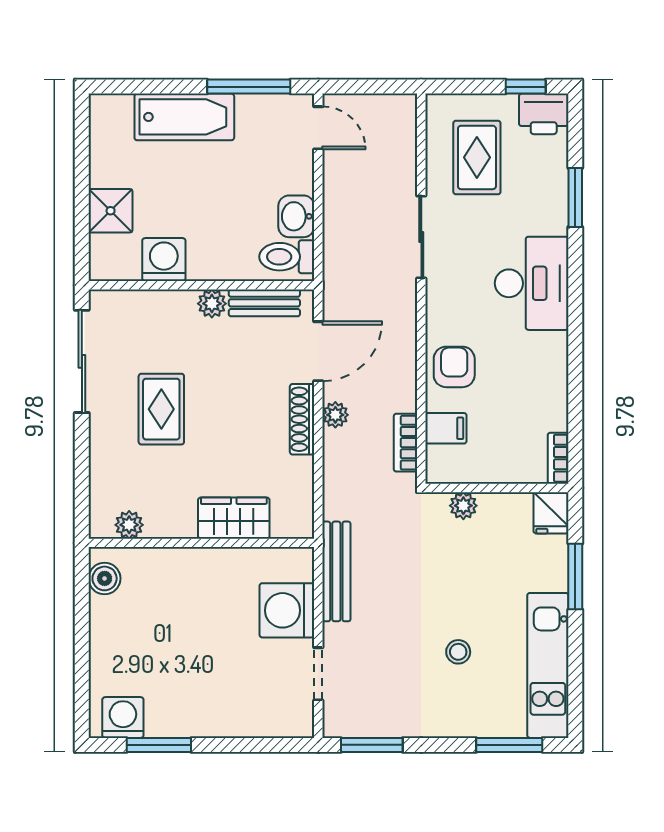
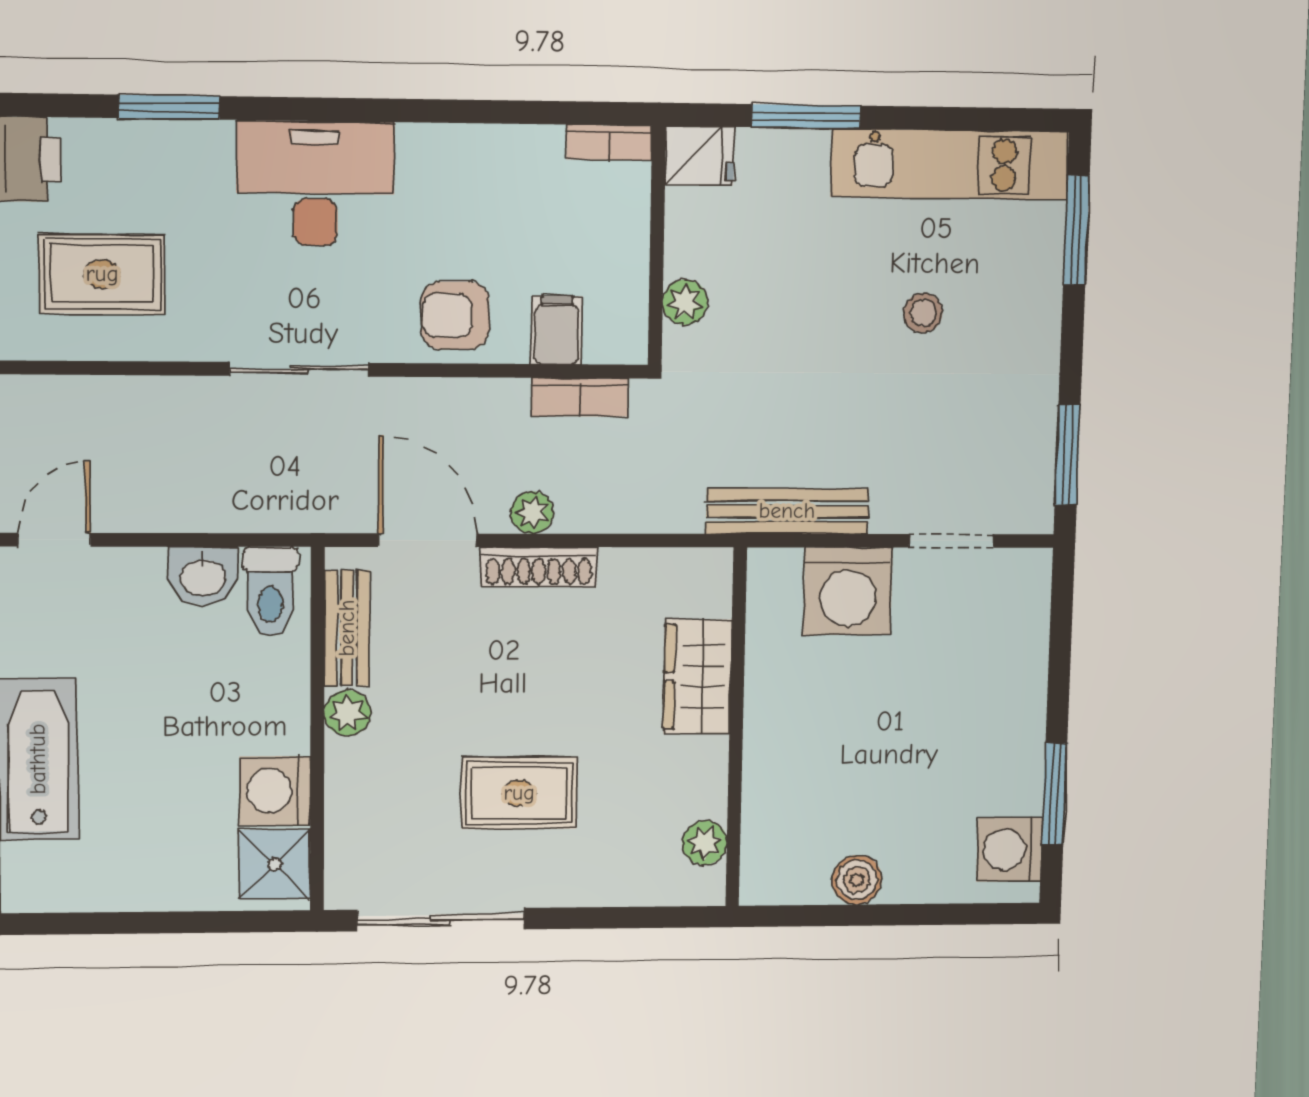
shower: (111, 211) -> (275, 864), moved
sliding door: (421, 237) -> (299, 369), moved
boiler: (105, 578) -> (857, 880), moved

